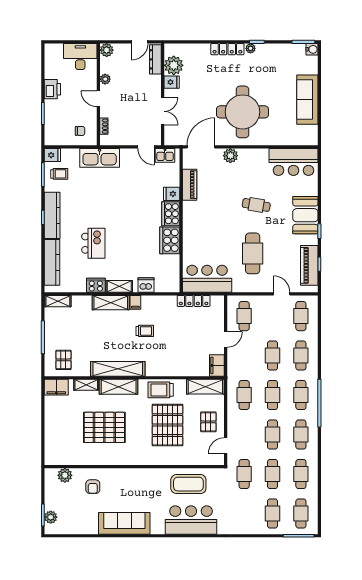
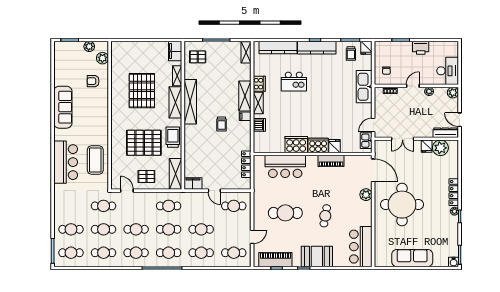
piano: (190, 185) -> (331, 161), moved
bar counter: (207, 279) -> (285, 166), moved, turned 90
plant: (51, 517) -> (89, 46), moved

